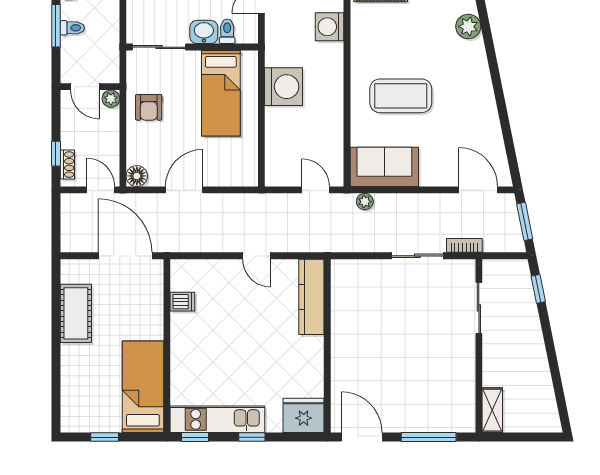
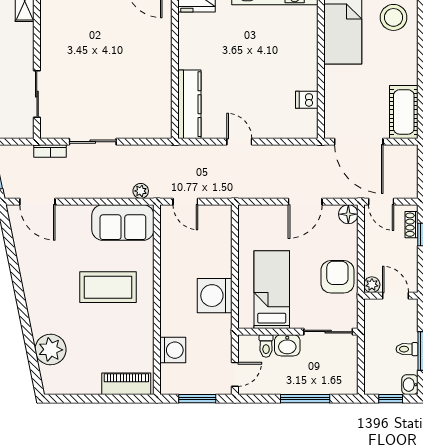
plant: (468, 27) -> (51, 349), width x1.36, depth x1.36
armchair: (149, 107) -> (337, 277), width x1.38, depth x1.38
cot: (76, 313) -> (404, 112), moved
stool: (87, 392) -> (394, 17), added

